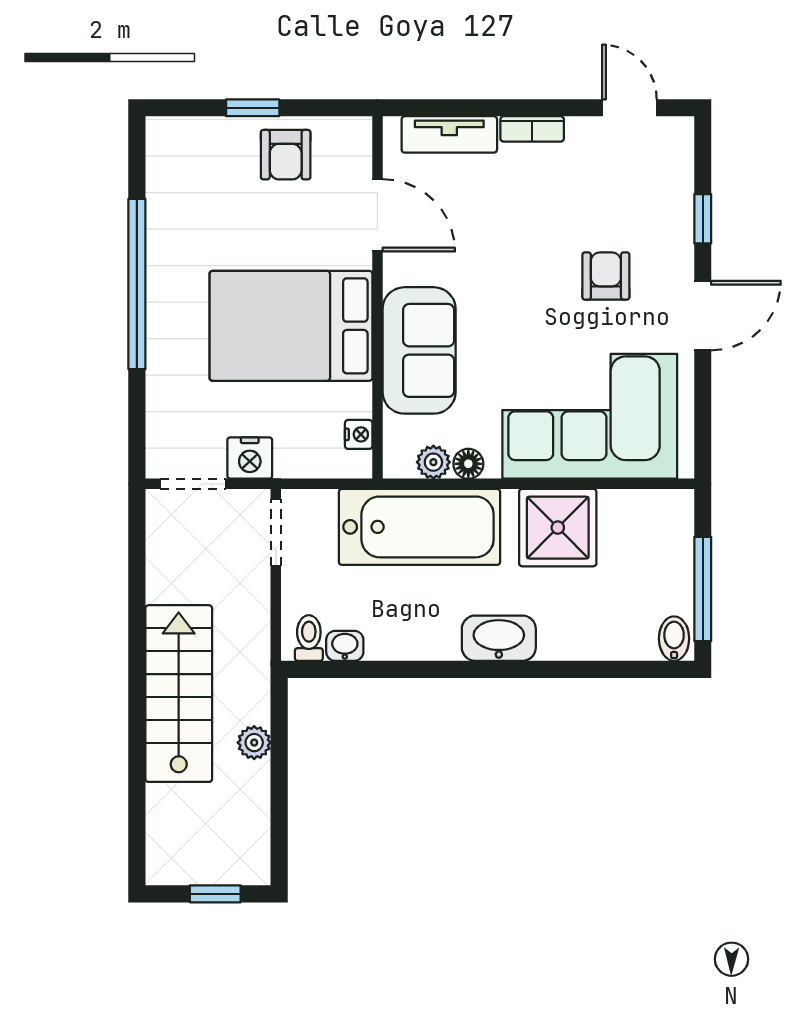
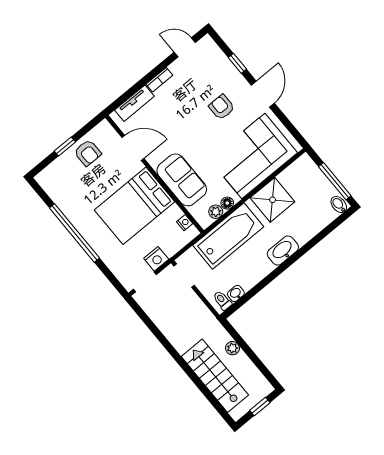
stairs: (179, 694) -> (215, 376), moved

